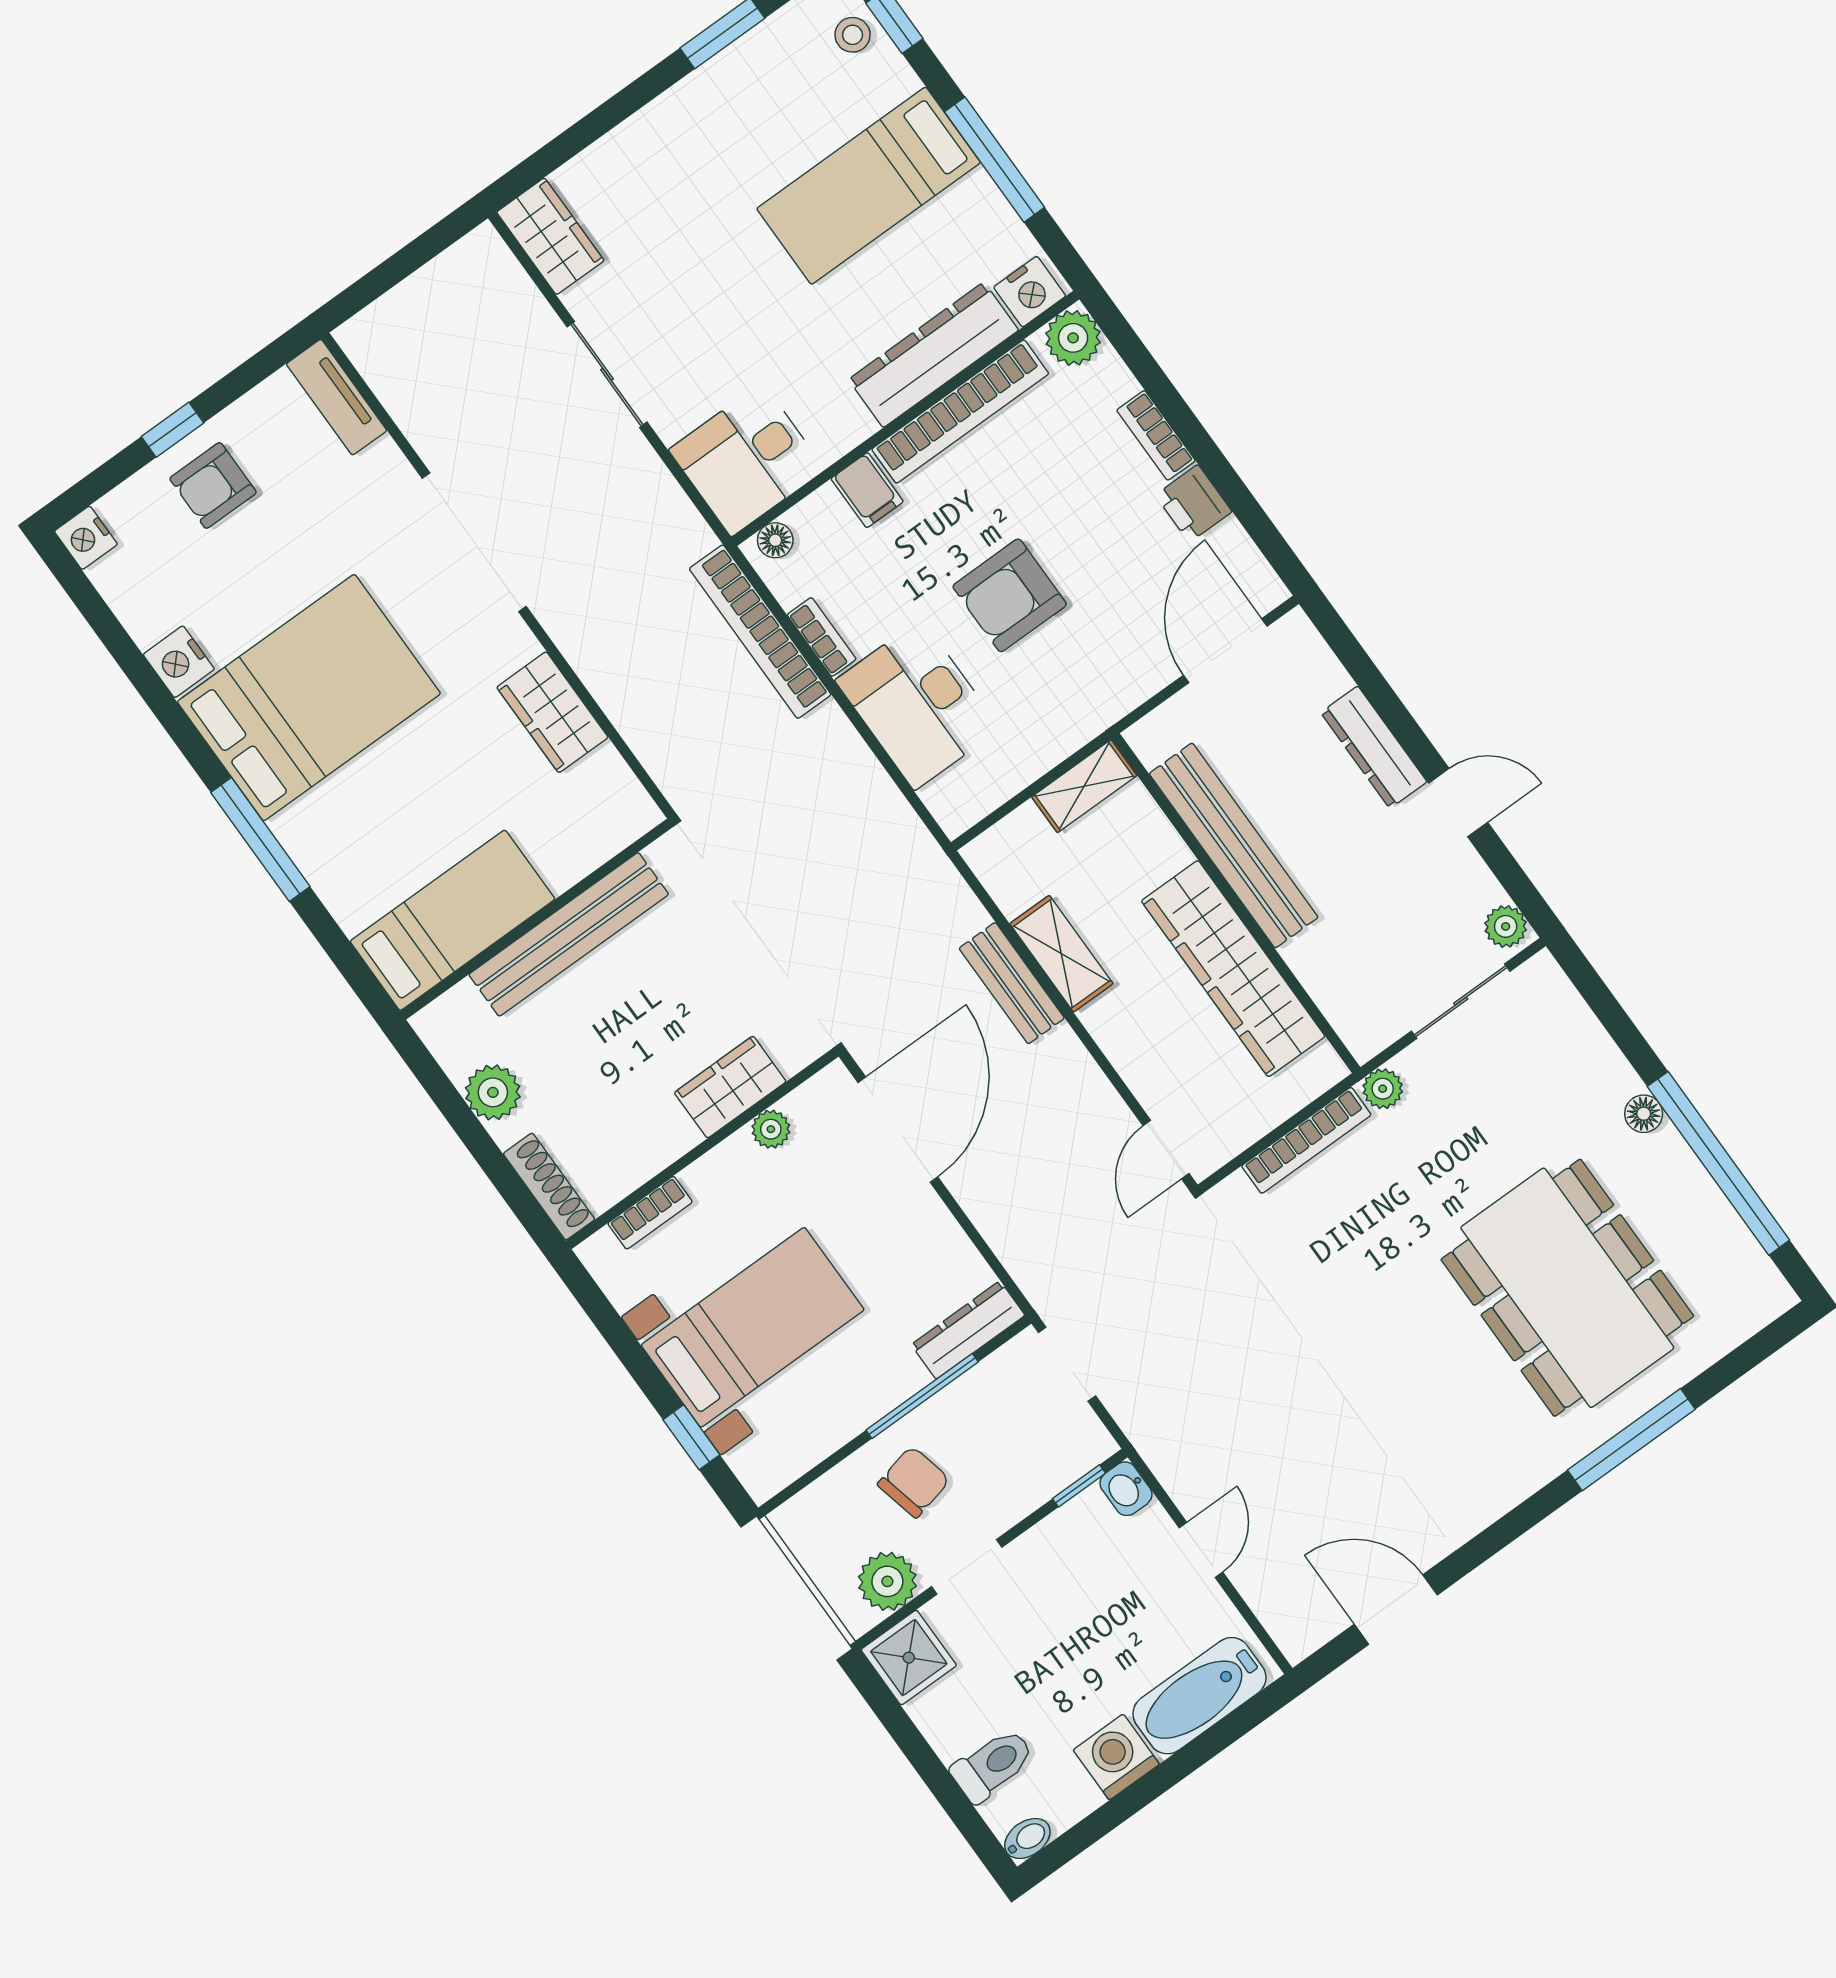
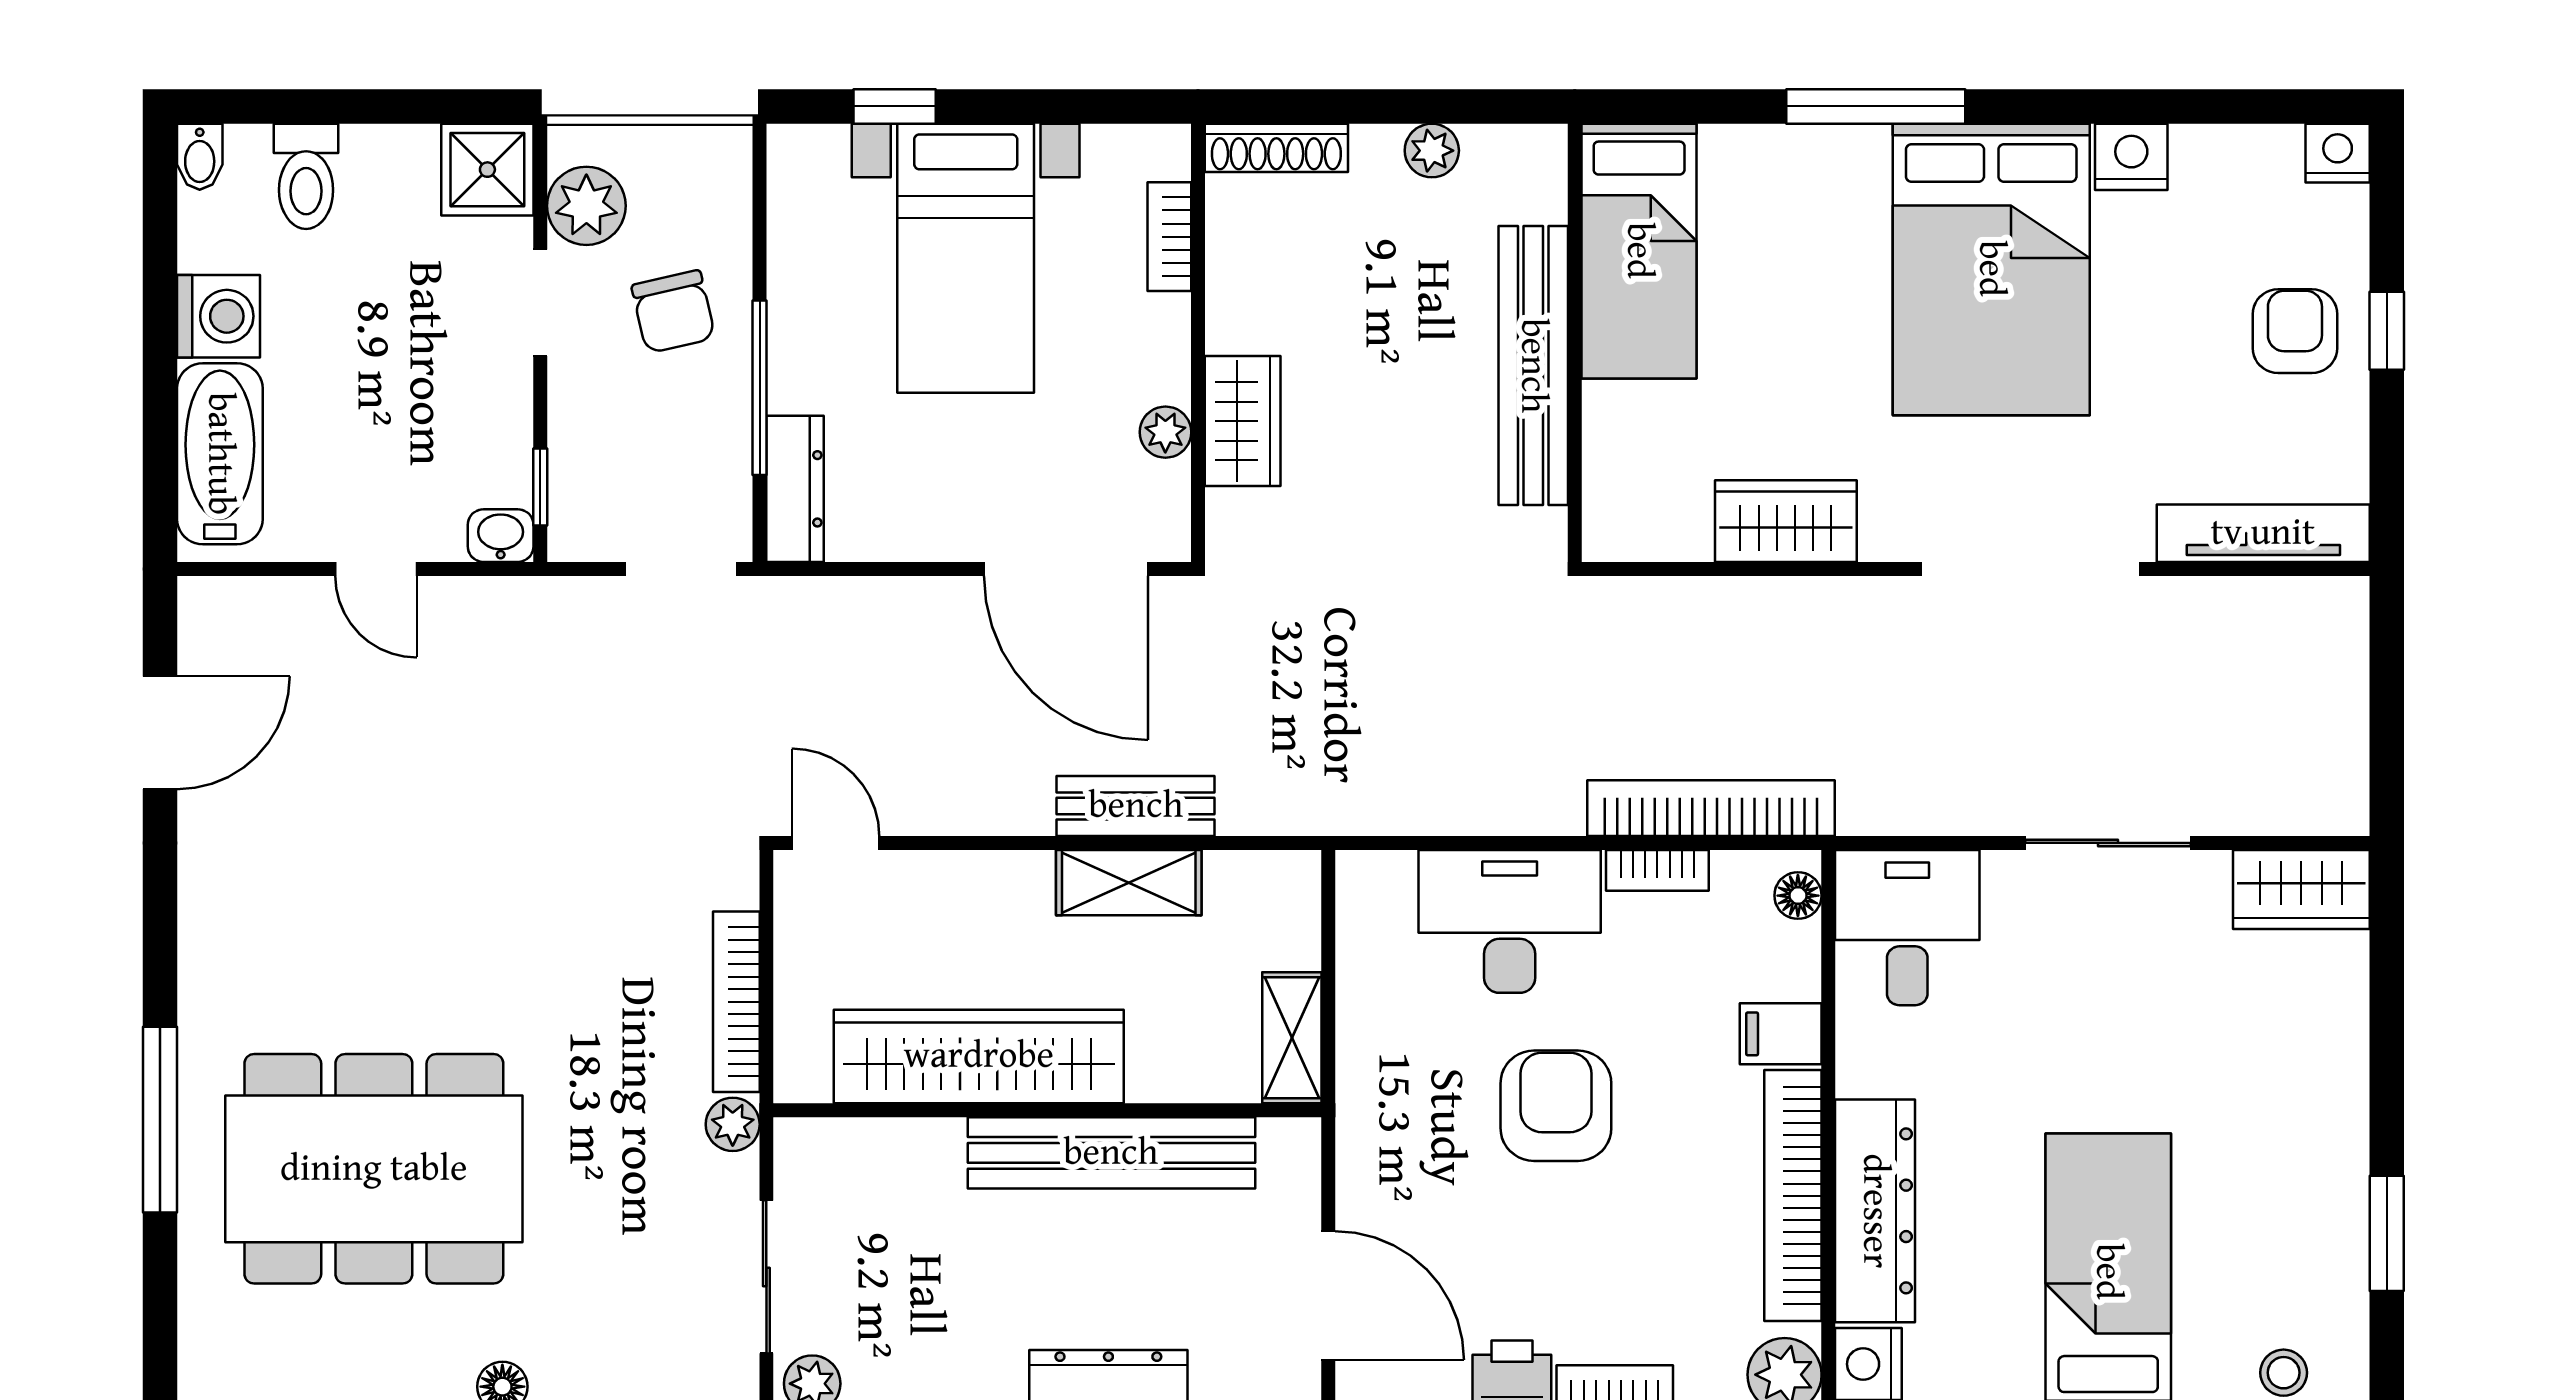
tv unit: (337, 397) -> (2263, 533), width x1.41
plant: (493, 1092) -> (1432, 151), width x0.73, depth x0.73

